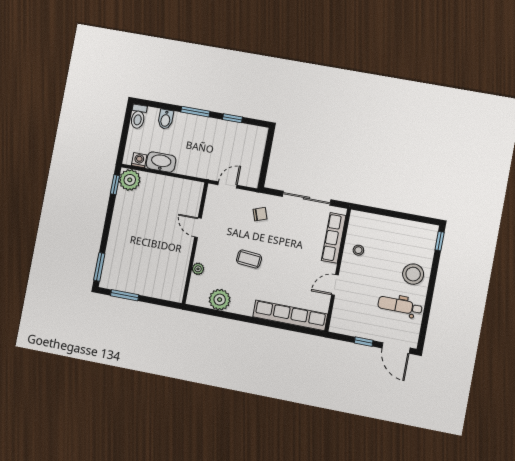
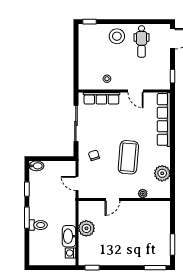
toilet: (138, 117) -> (38, 225), moved
bidet: (166, 119) -> (36, 166), moved
plant: (130, 180) -> (86, 228), moved
coffee table: (249, 259) -> (128, 157), width x1.86, depth x1.72
window: (364, 342) -> (173, 76), moved

